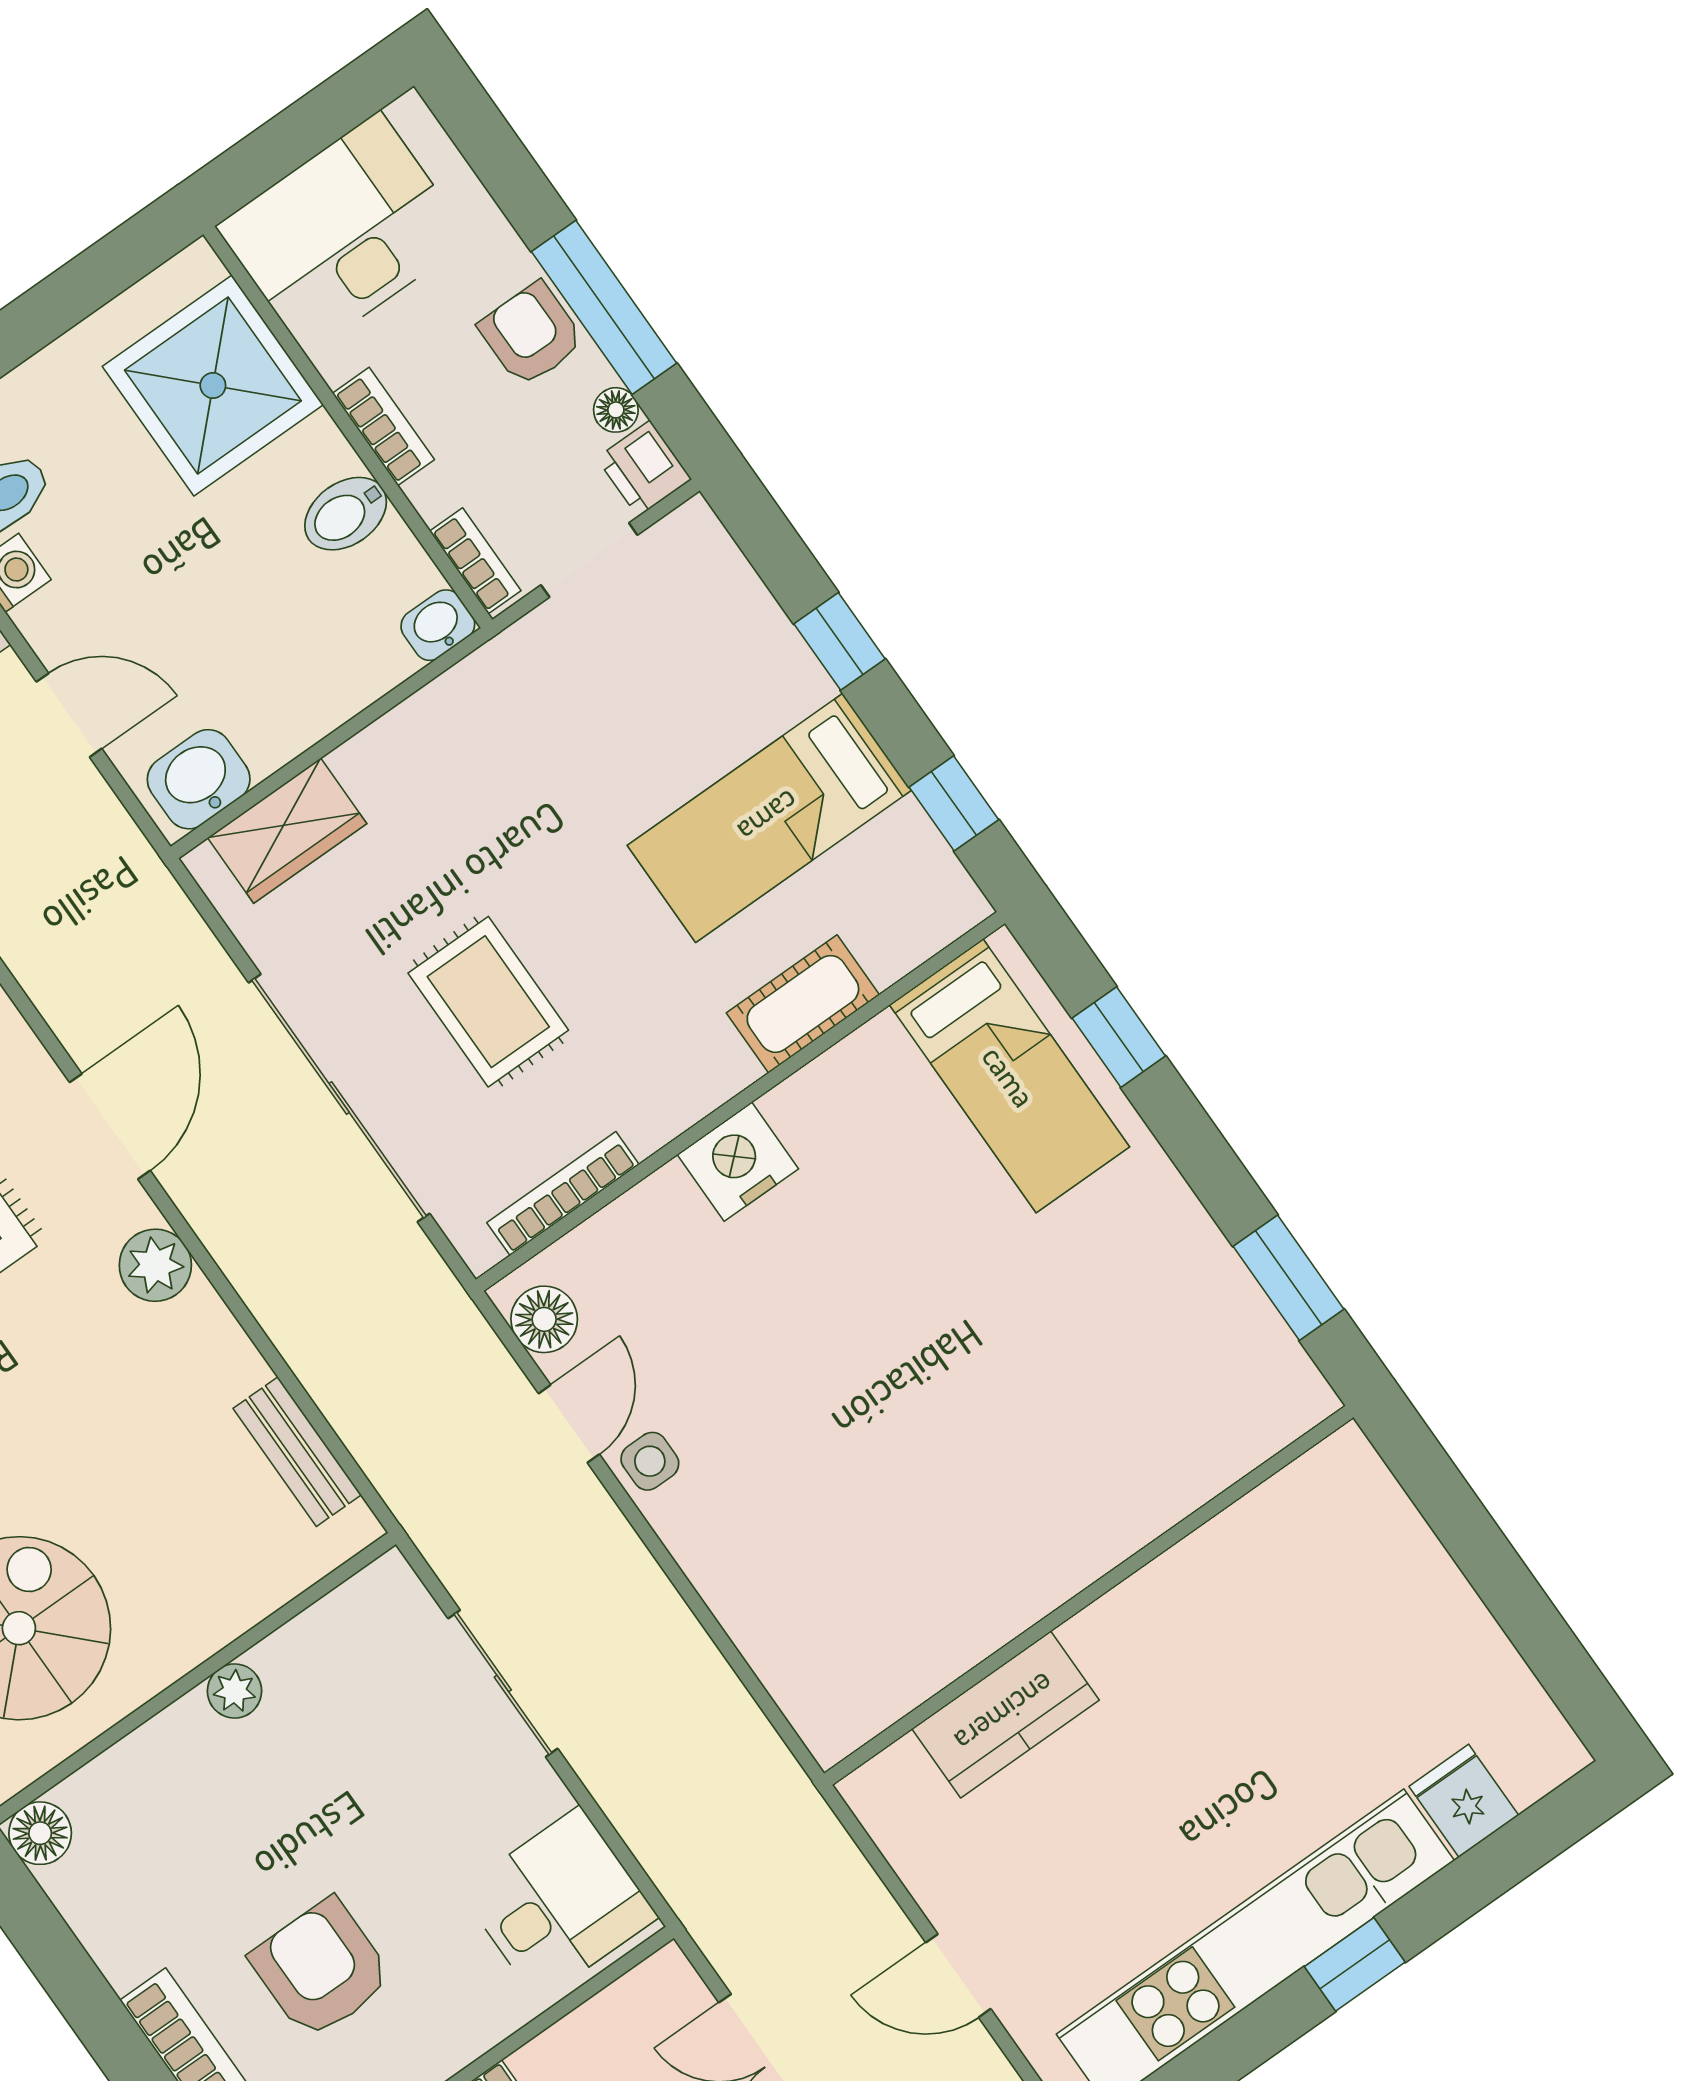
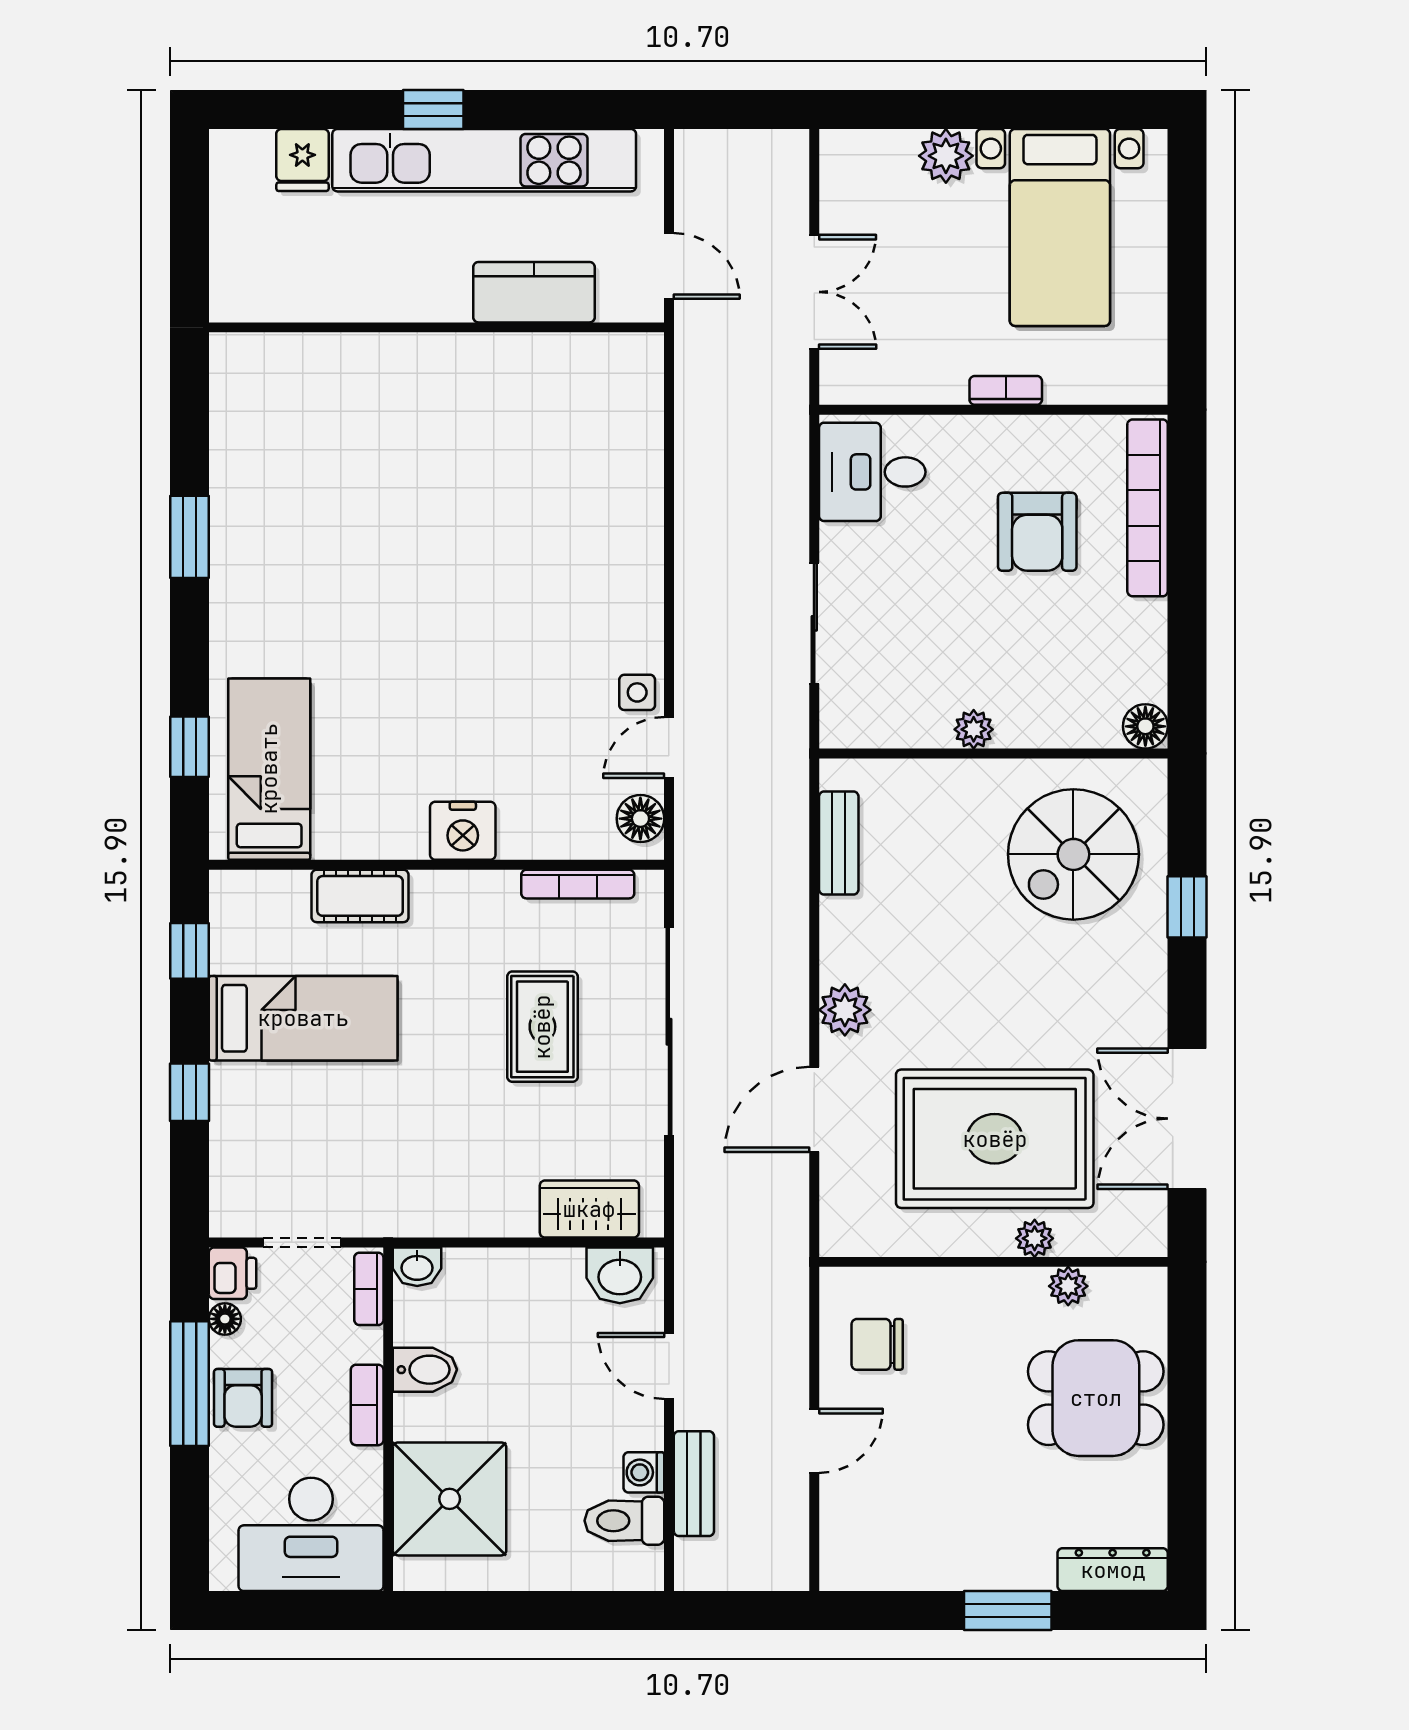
wall: (1089, 1595) -> (437, 327), moved
kitchen counter: (1005, 1714) -> (534, 292), moved

